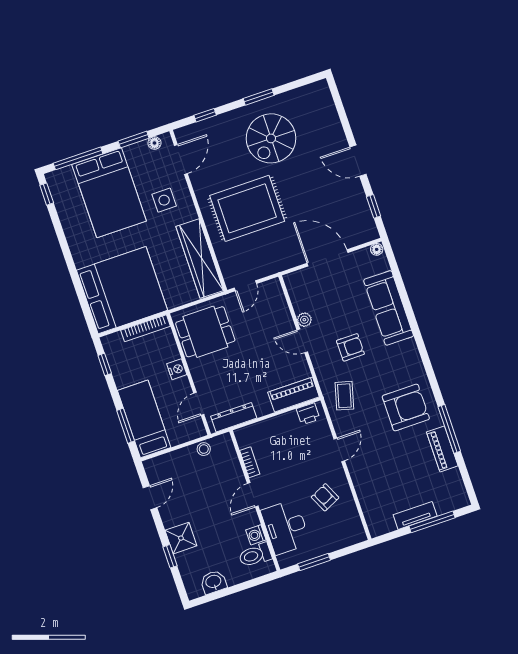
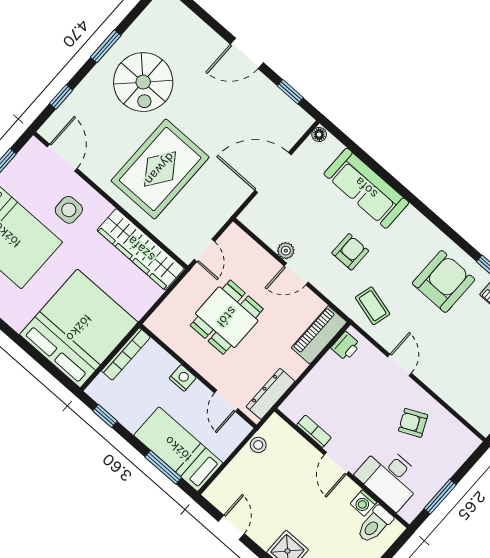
floor lamp: (154, 143) -> (25, 156), removed
dining table: (205, 332) -> (227, 317), moved

